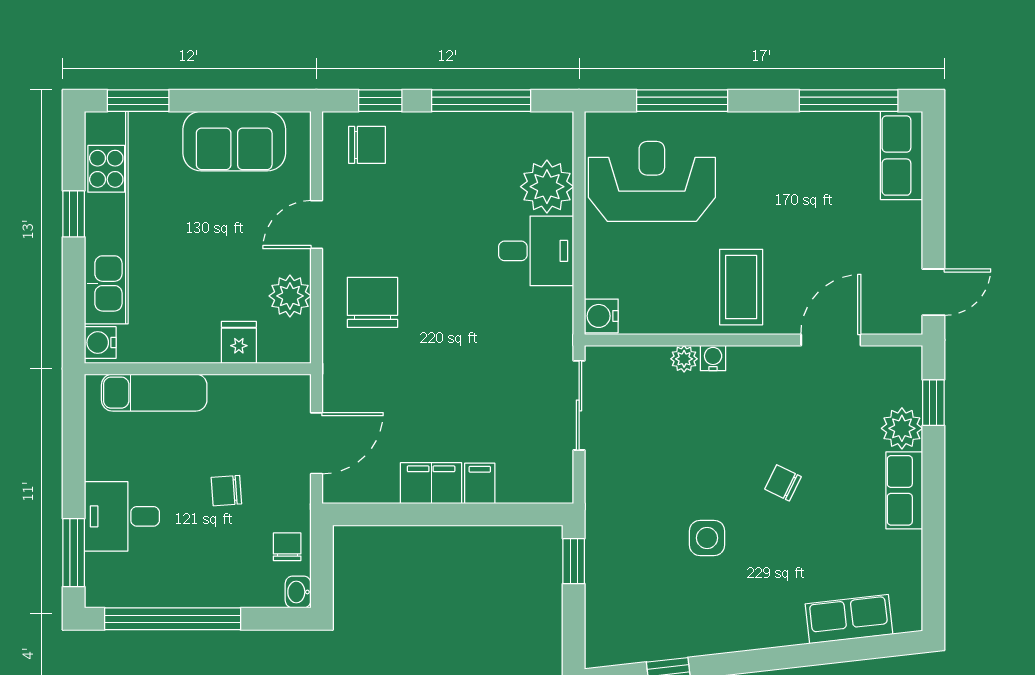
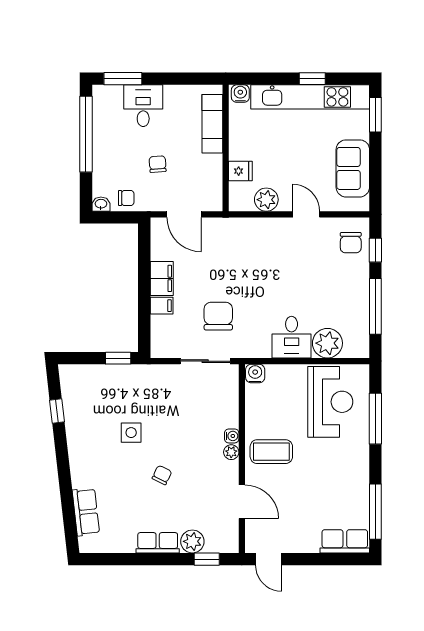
chair: (372, 302) -> (218, 316), moved, turned -90
plant: (684, 359) -> (231, 452), moved

